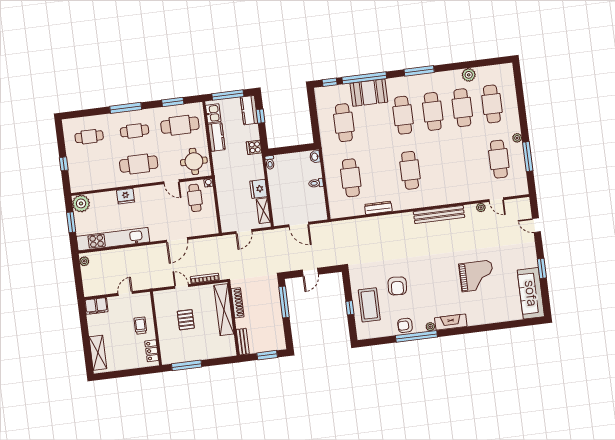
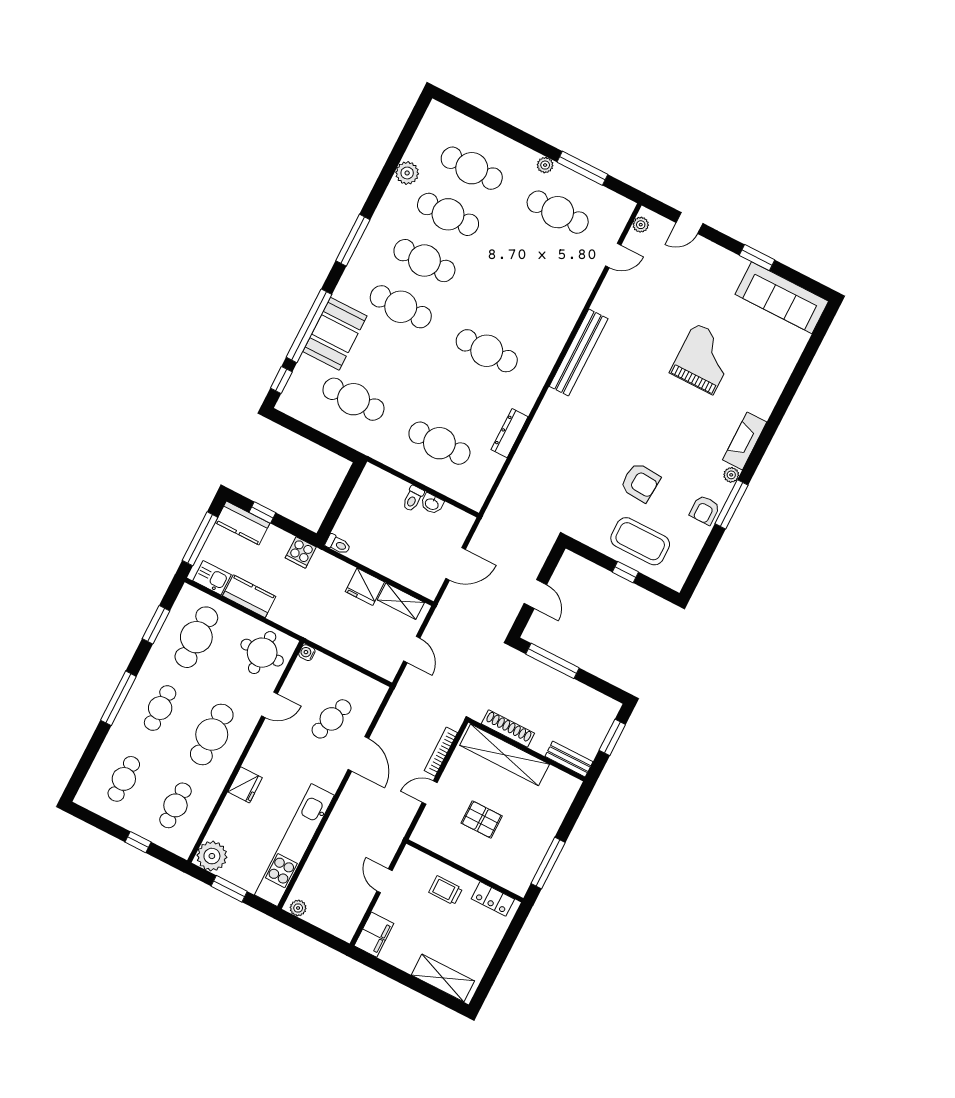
washbasin: (315, 157) -> (432, 504), moved
cafe table: (93, 170) -> (175, 805), added
cafe table: (195, 198) -> (332, 719), moved, turned -72
plant: (481, 207) -> (641, 225), moved
window: (416, 336) -> (732, 504), width x0.68

